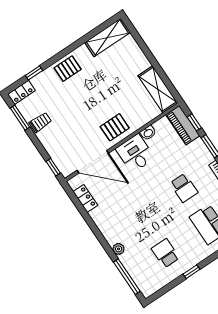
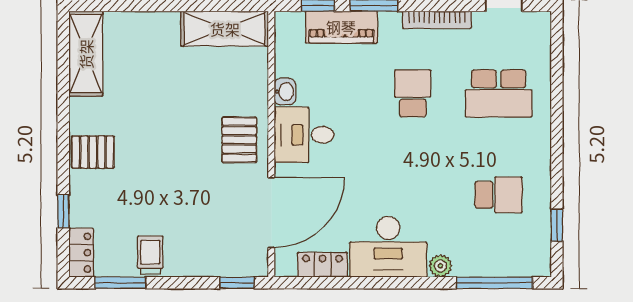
pallet: (68, 69) -> (93, 152), turned 90
piano: (183, 125) -> (341, 27), moved
school desk: (184, 188) -> (413, 93), turned -90
desk: (112, 221) -> (388, 247), added
school desk: (165, 253) -> (499, 195), turned 180
window: (192, 272) -> (557, 225), moved

